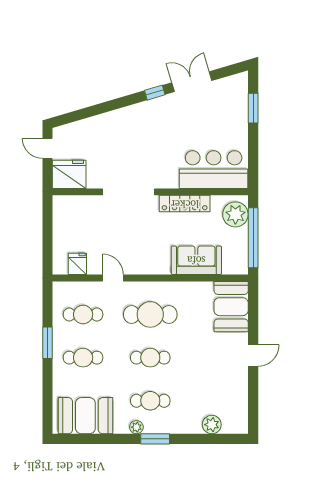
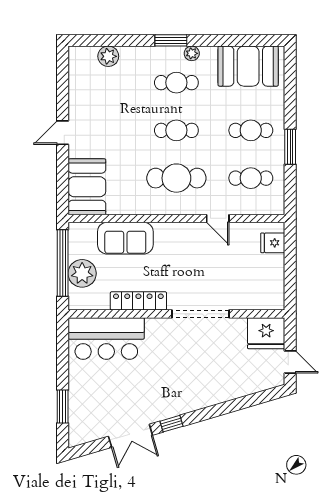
plant: (235, 214) -> (82, 273), moved
fridge: (77, 264) -> (273, 243), moved, turned 90

